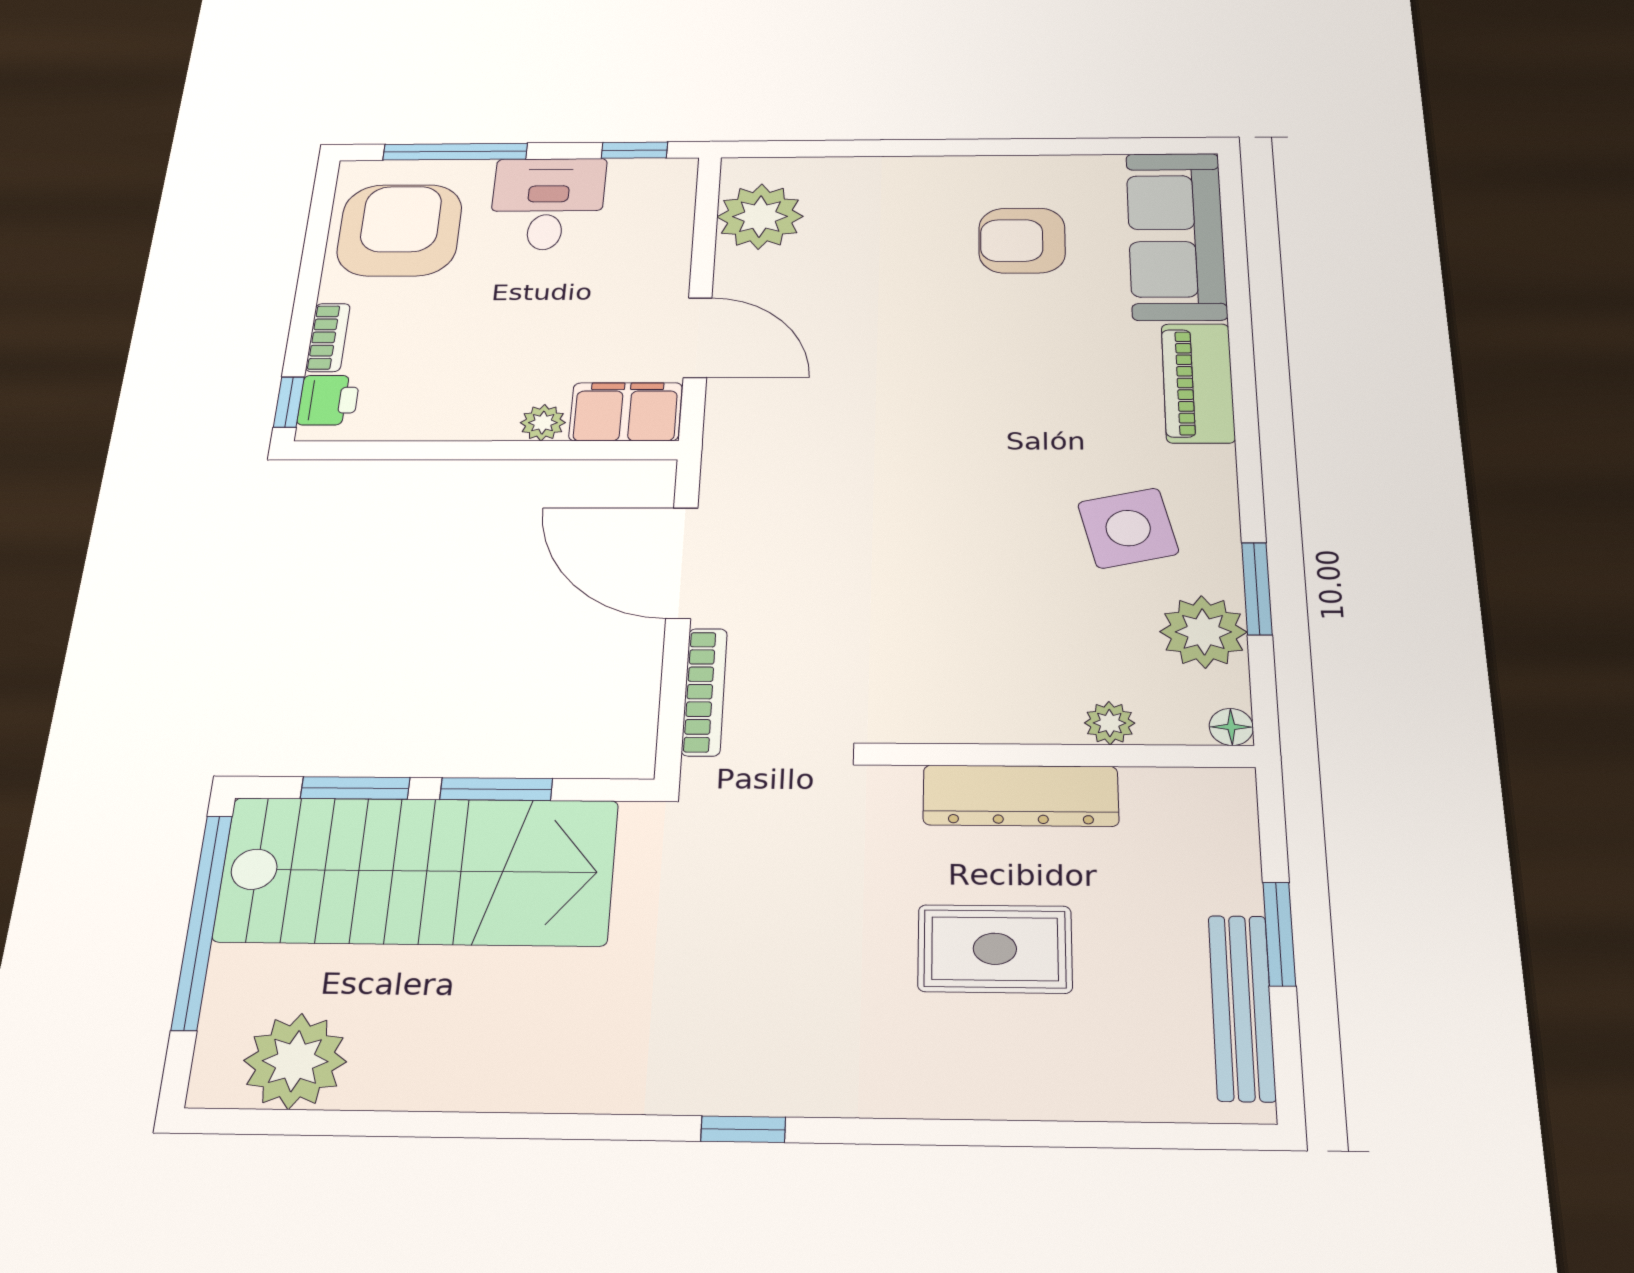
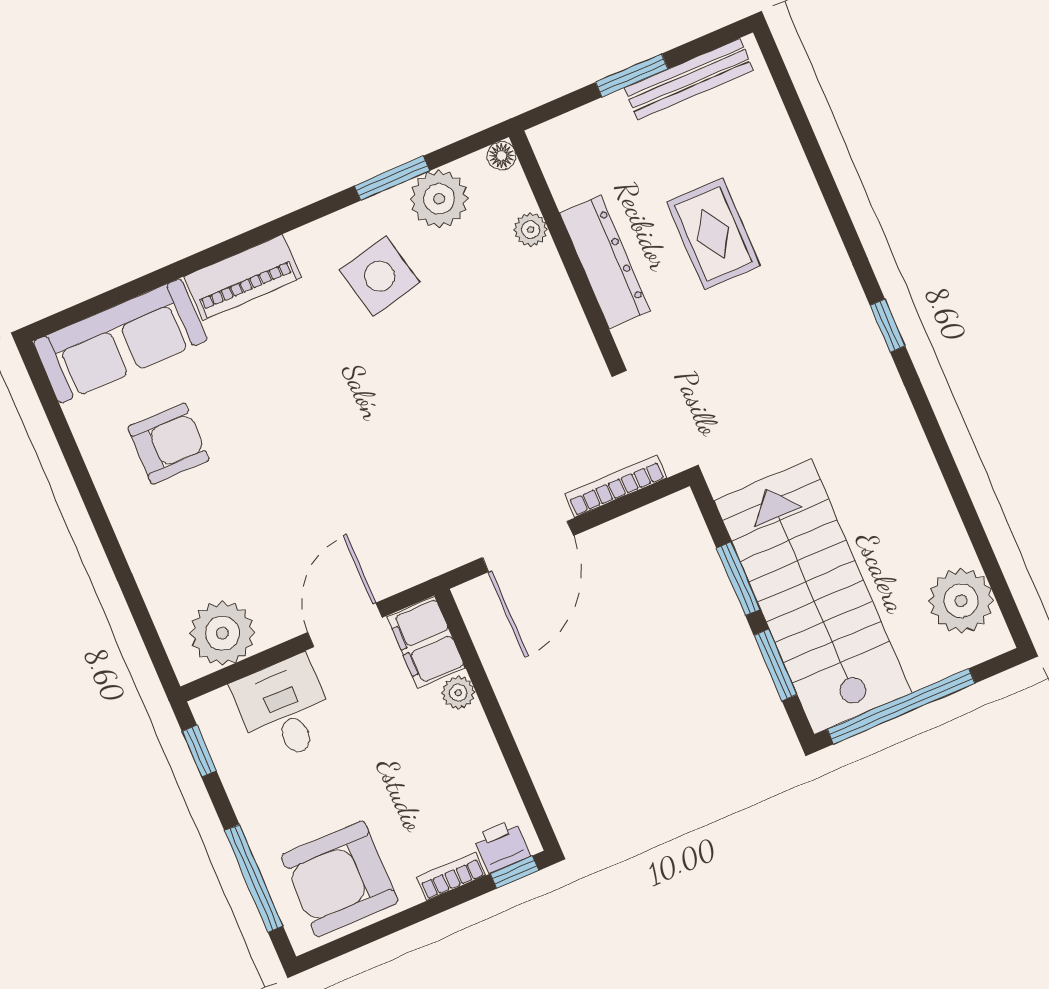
desk: (547, 204) -> (285, 709), moved, turned 90
armchair: (1022, 240) -> (168, 444), turned -90

